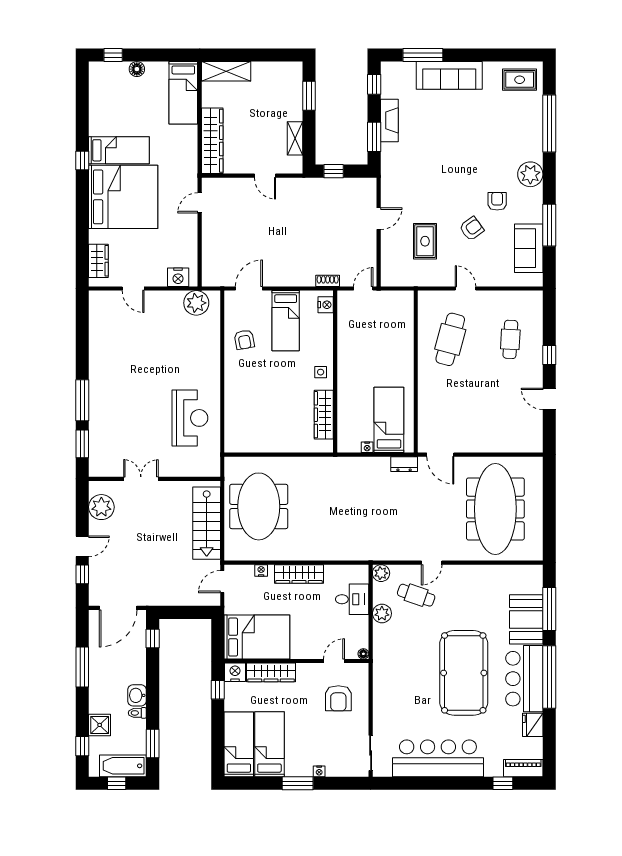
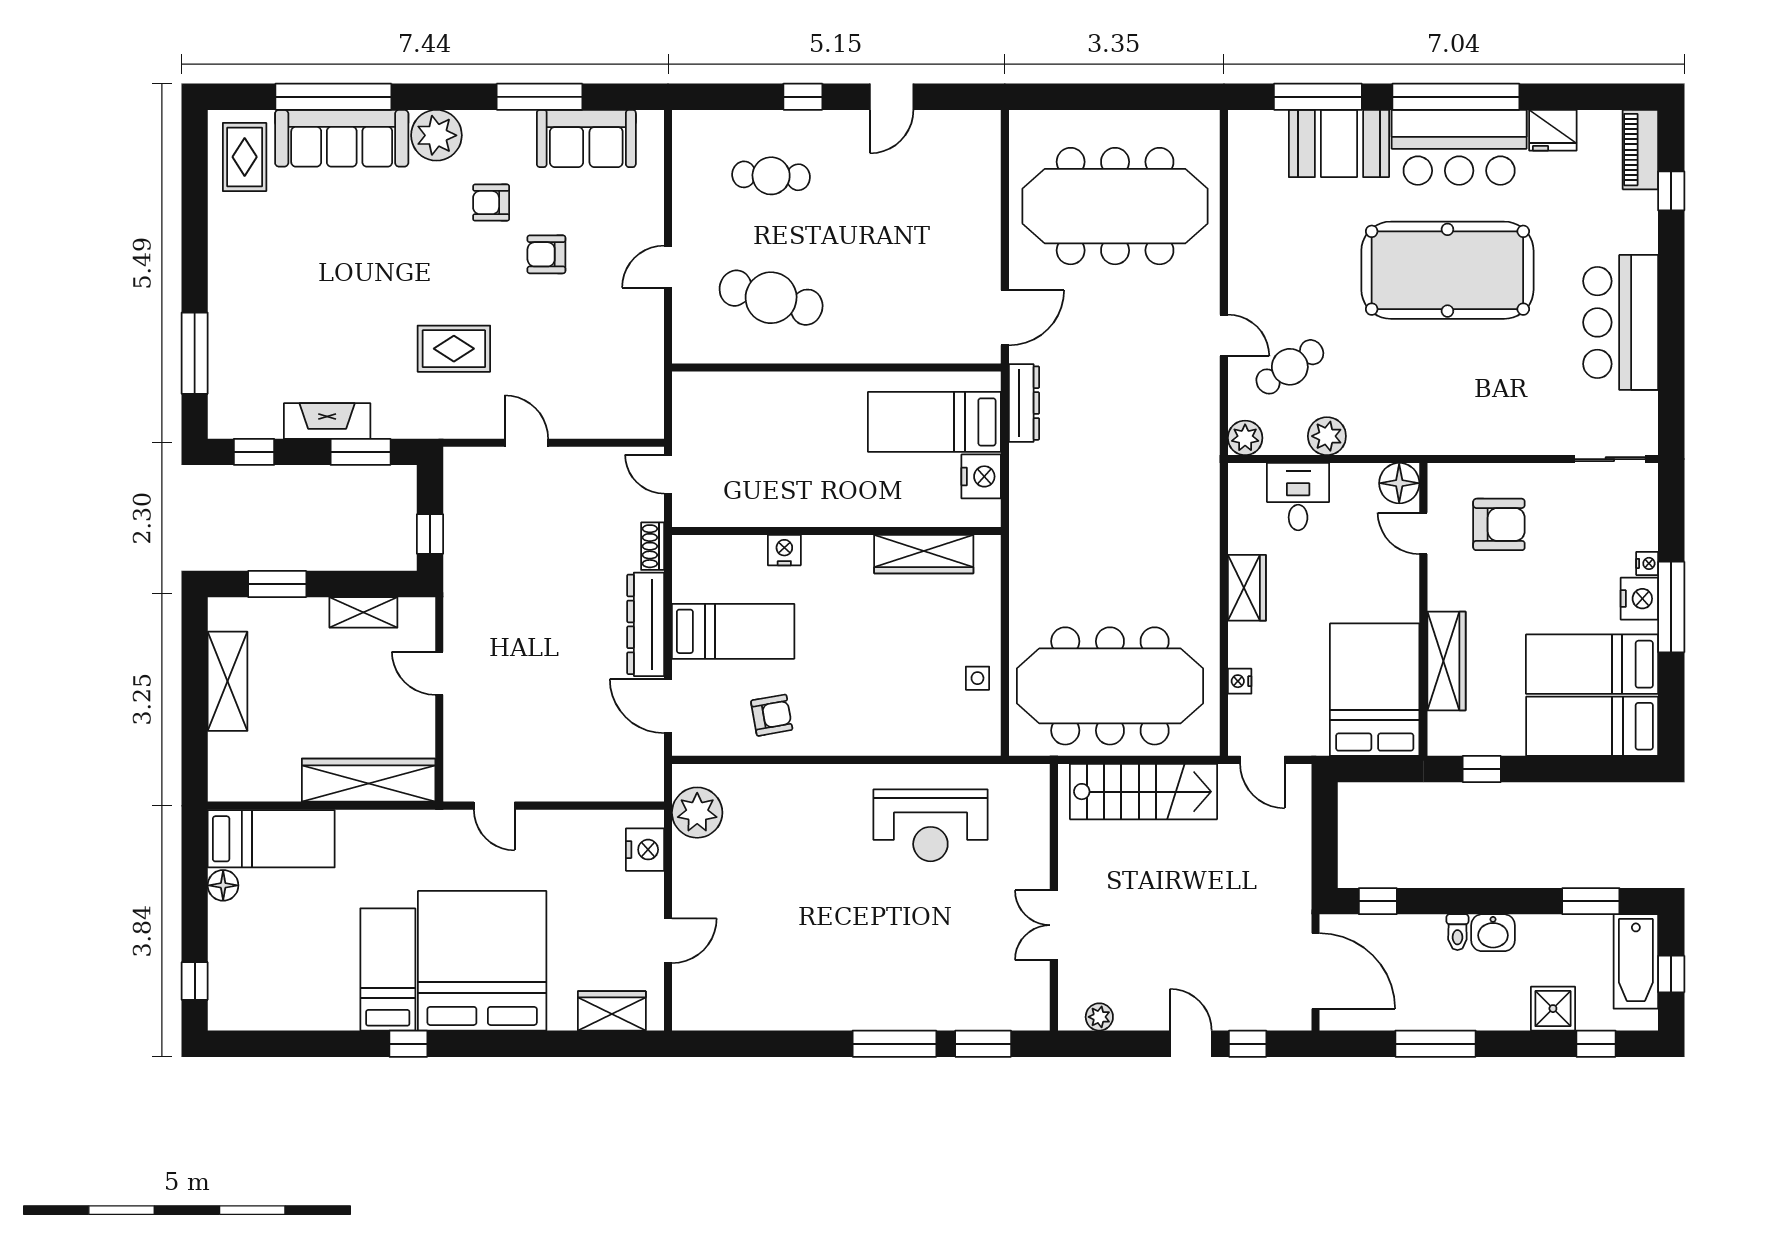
floor lamp: (137, 69) -> (223, 885), moved
shelving: (226, 71) -> (228, 681), moved
sofa: (449, 75) -> (342, 138), moved, turned 90
door: (265, 176) -> (439, 673), swing flipped
armchair: (472, 229) -> (546, 254), turned -54
rug: (425, 241) -> (454, 349), moved
dresser: (289, 277) -> (646, 624), added
nightstand: (326, 305) -> (784, 550), moved
side table: (321, 372) -> (977, 678), moved
reception desk: (190, 418) -> (930, 825), turned 180
nightstand: (367, 447) -> (981, 476), width x1.89, depth x1.79
dresser: (404, 464) -> (1024, 403), width x1.44
meeting table: (259, 506) -> (1110, 686), width x1.36
plant: (101, 507) -> (1099, 1017), width x0.53, depth x0.53
wardrobe: (299, 574) -> (1247, 588), width x0.67
cafe table: (416, 595) -> (1290, 367), turned 37
floor lamp: (363, 654) -> (1399, 483), width x1.89, depth x1.89
nightstand: (235, 672) -> (1639, 599), moved, turned 180
toilet: (137, 713) -> (1457, 932), moved
bar counter: (438, 758) -> (1621, 322), width x0.73
window: (298, 783) -> (1671, 607), width x1.44

